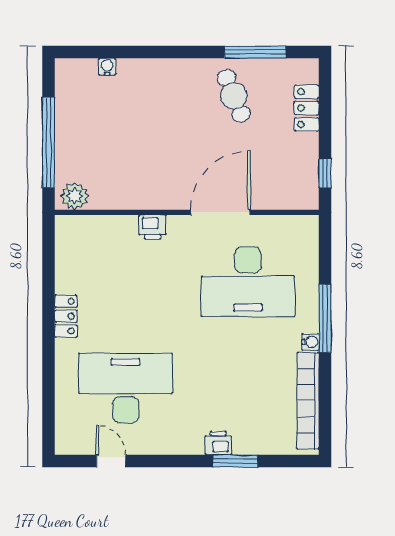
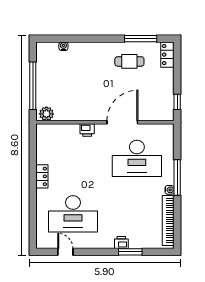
cafe table: (234, 96) -> (129, 61), turned -68
locker: (307, 108) -> (167, 55), moved
desk: (126, 388) -> (73, 214), turned 180

